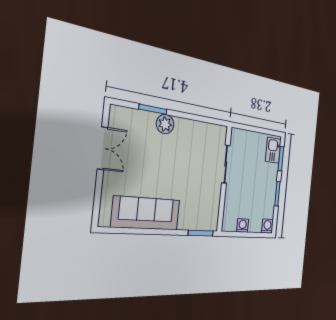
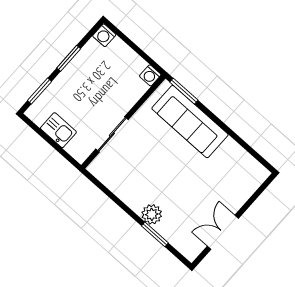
kitchen sink: (273, 150) -> (58, 130), moved, turned -90
sofa: (146, 213) -> (190, 122), moved
washing machine: (243, 225) -> (150, 75), moved

